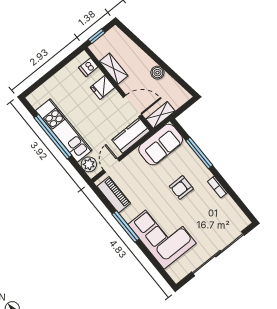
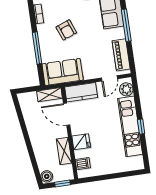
boiler: (157, 73) -> (47, 176), moved
window: (53, 137) -> (141, 127), width x0.32
armchair: (181, 187) -> (66, 30), turned 69

